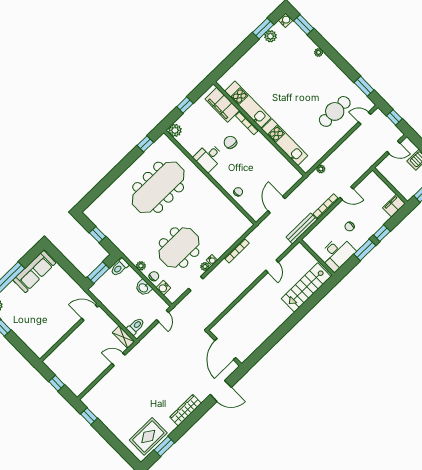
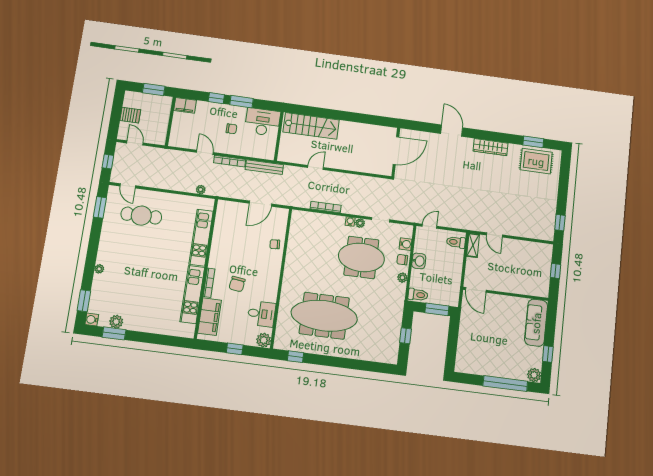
desk: (209, 157) -> (261, 314), moved
sofa: (34, 272) -> (536, 323), moved, turned -90
wall: (224, 348) -> (396, 152), moved
door: (225, 349) -> (396, 151), moved

